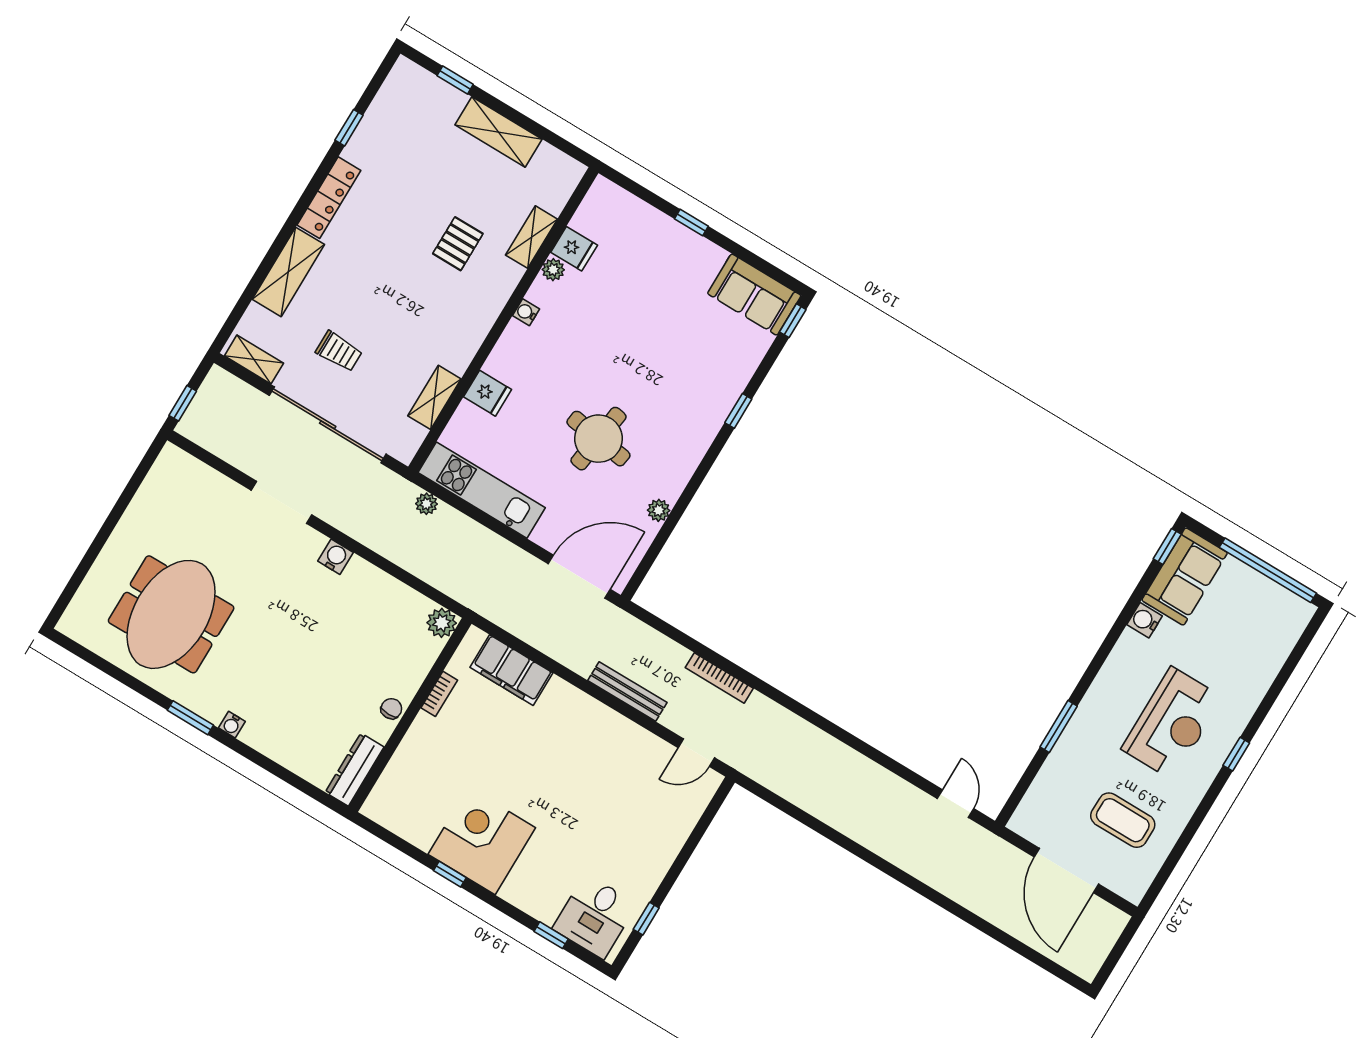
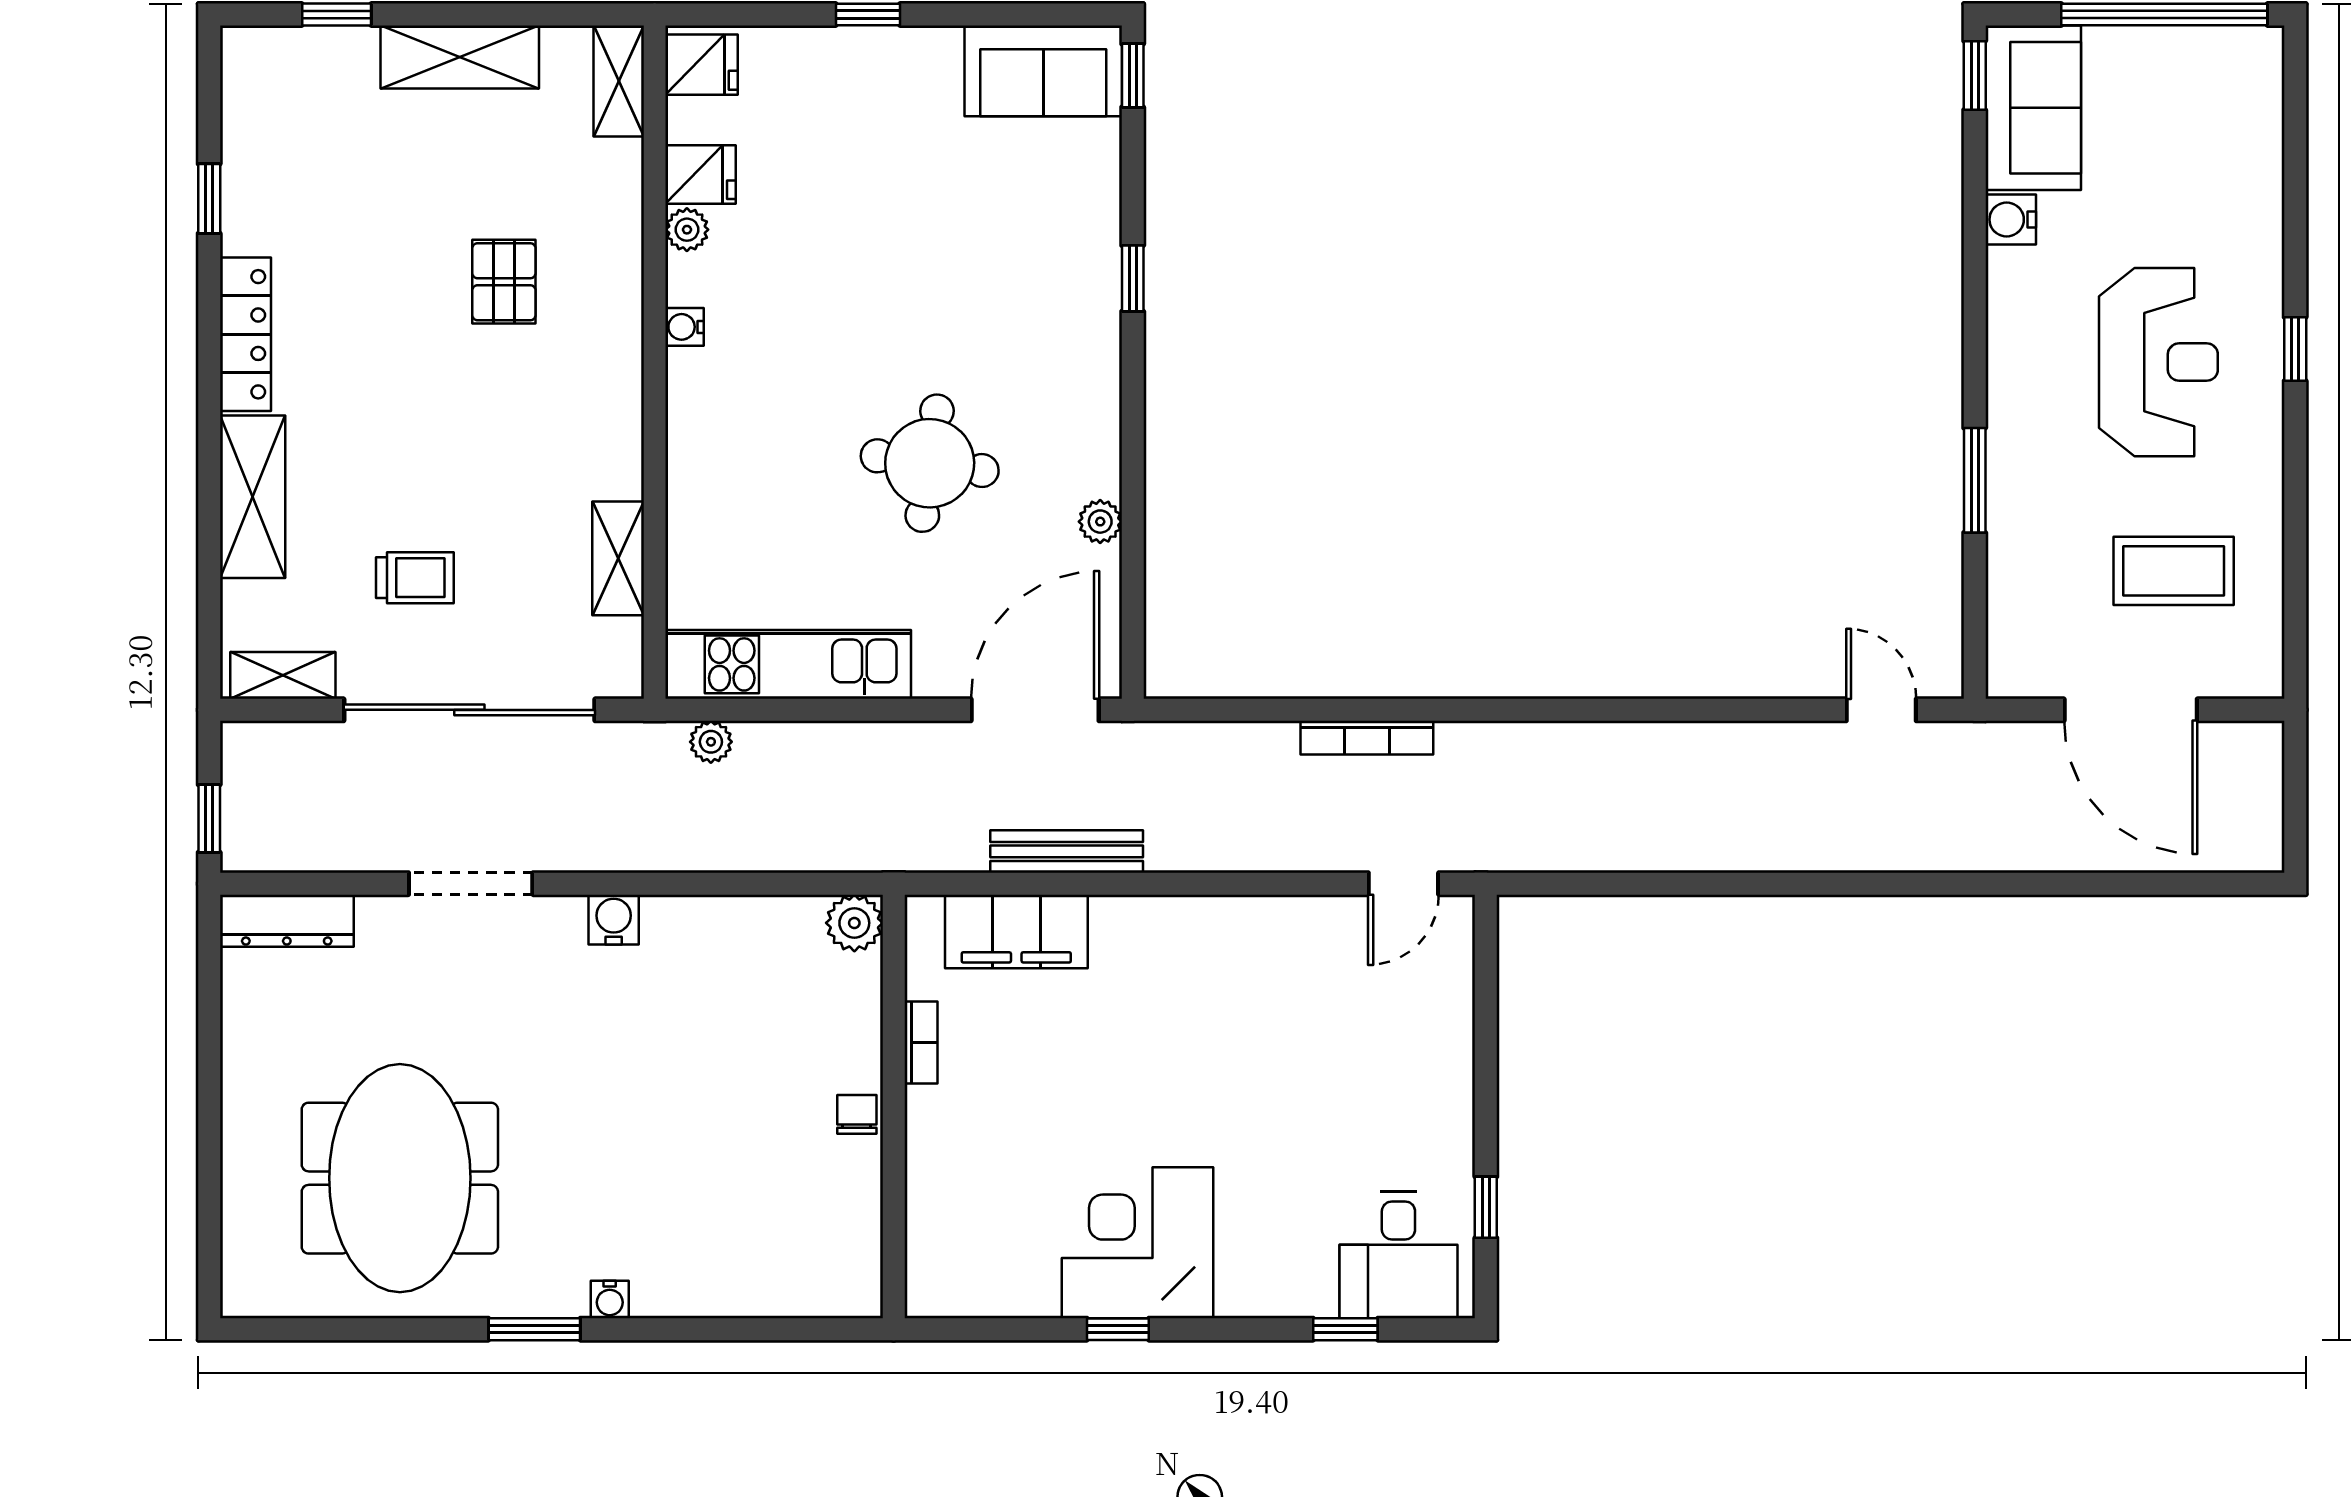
shelving: (531, 237) -> (619, 81), moved
fridge: (487, 393) -> (702, 65), moved
bench: (627, 692) -> (1067, 851), moved
dresser: (355, 770) -> (287, 921), moved, turned -90

